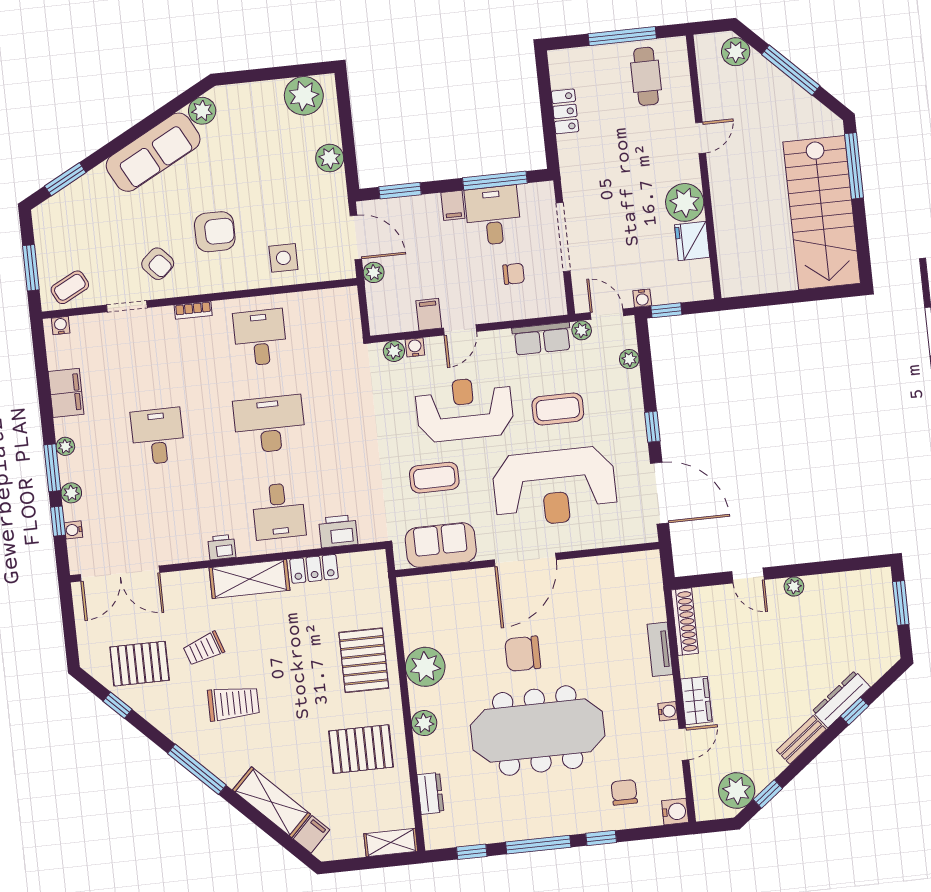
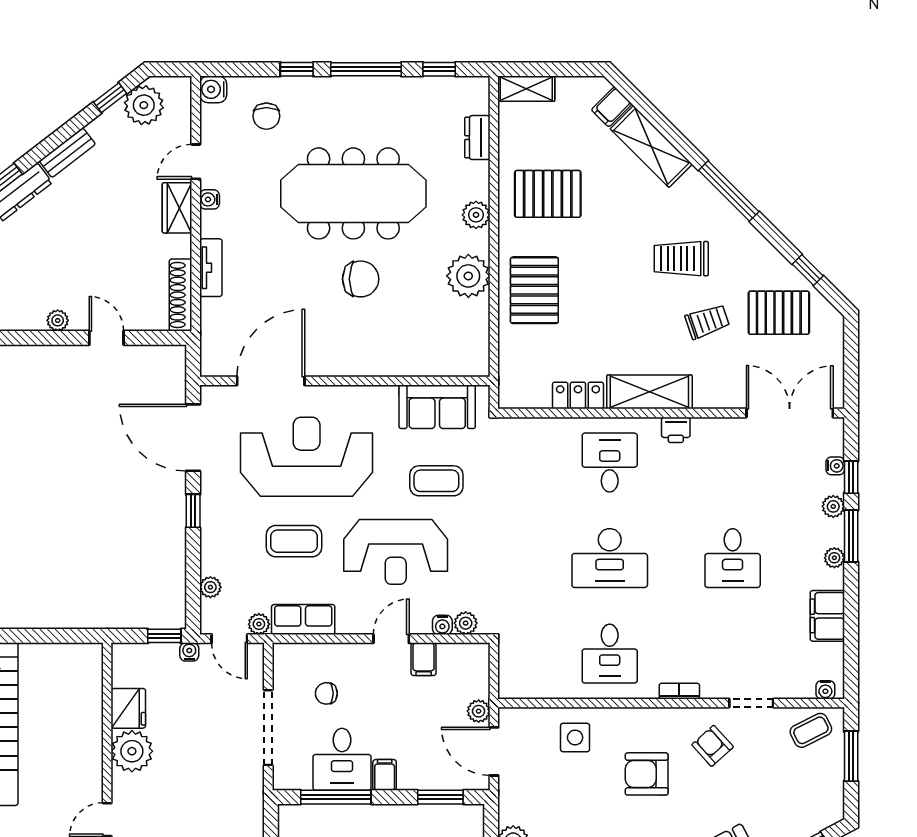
printer: (338, 531) -> (547, 434), removed
door: (525, 560) -> (271, 381), moved

